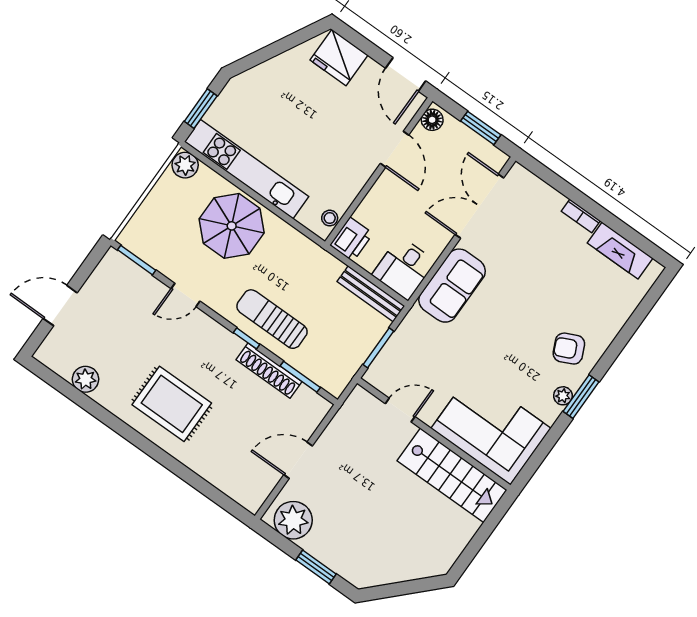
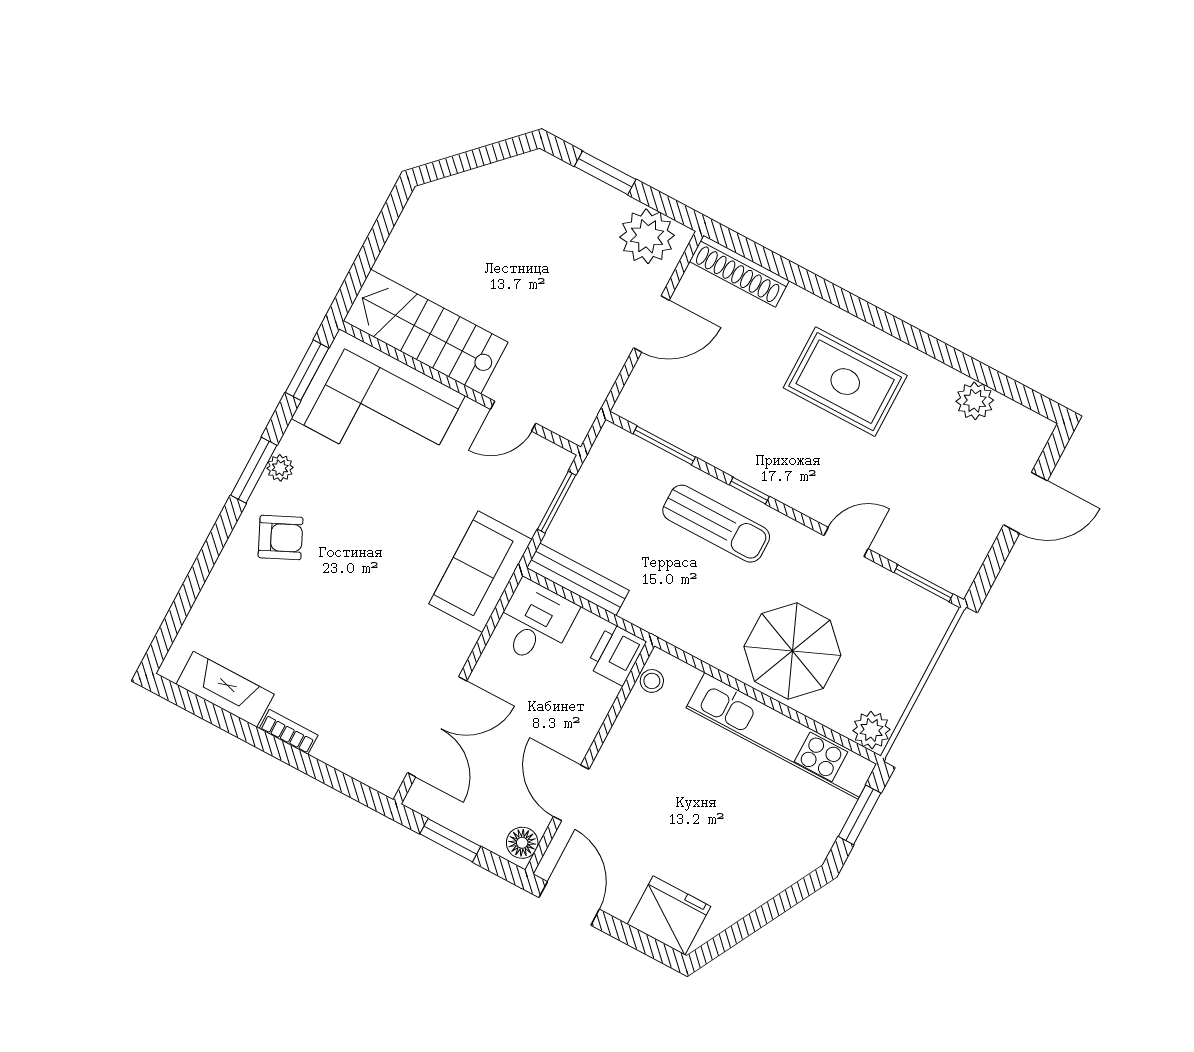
sofa: (452, 286) -> (480, 572), moved
shoe rack: (269, 371) -> (739, 271), moved, turned 180
window: (536, 460) -> (307, 370), added

